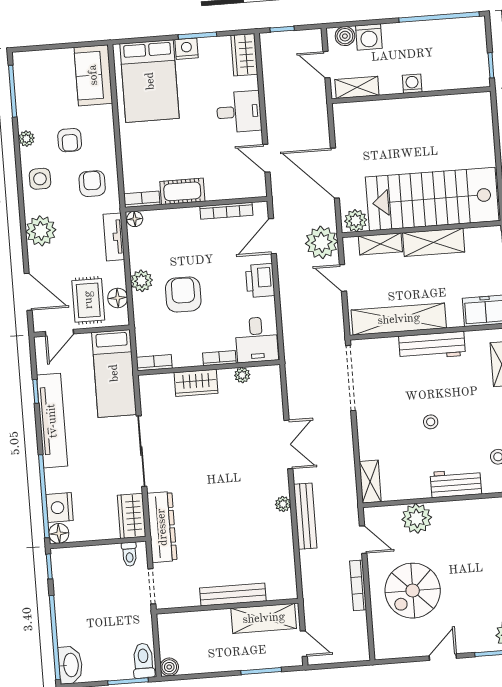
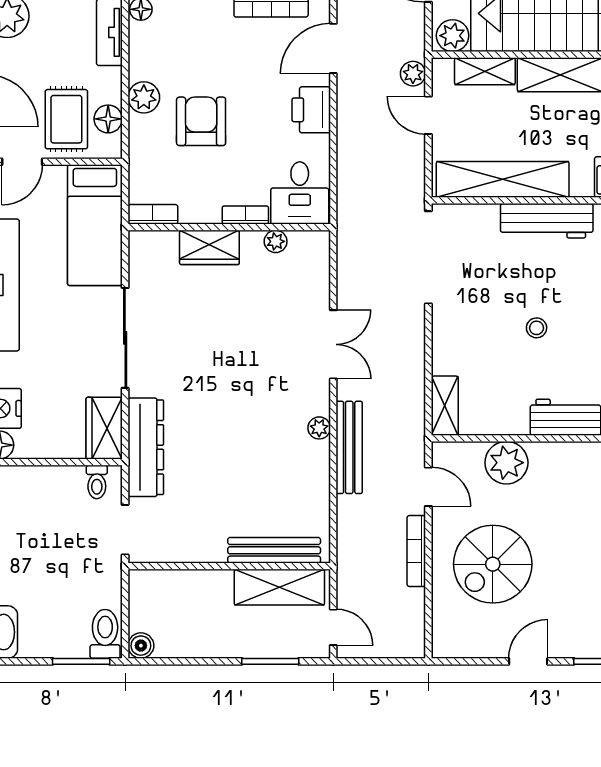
plant: (322, 242) -> (413, 74), width x0.53, depth x0.53
bench: (233, 595) -> (274, 550), moved

